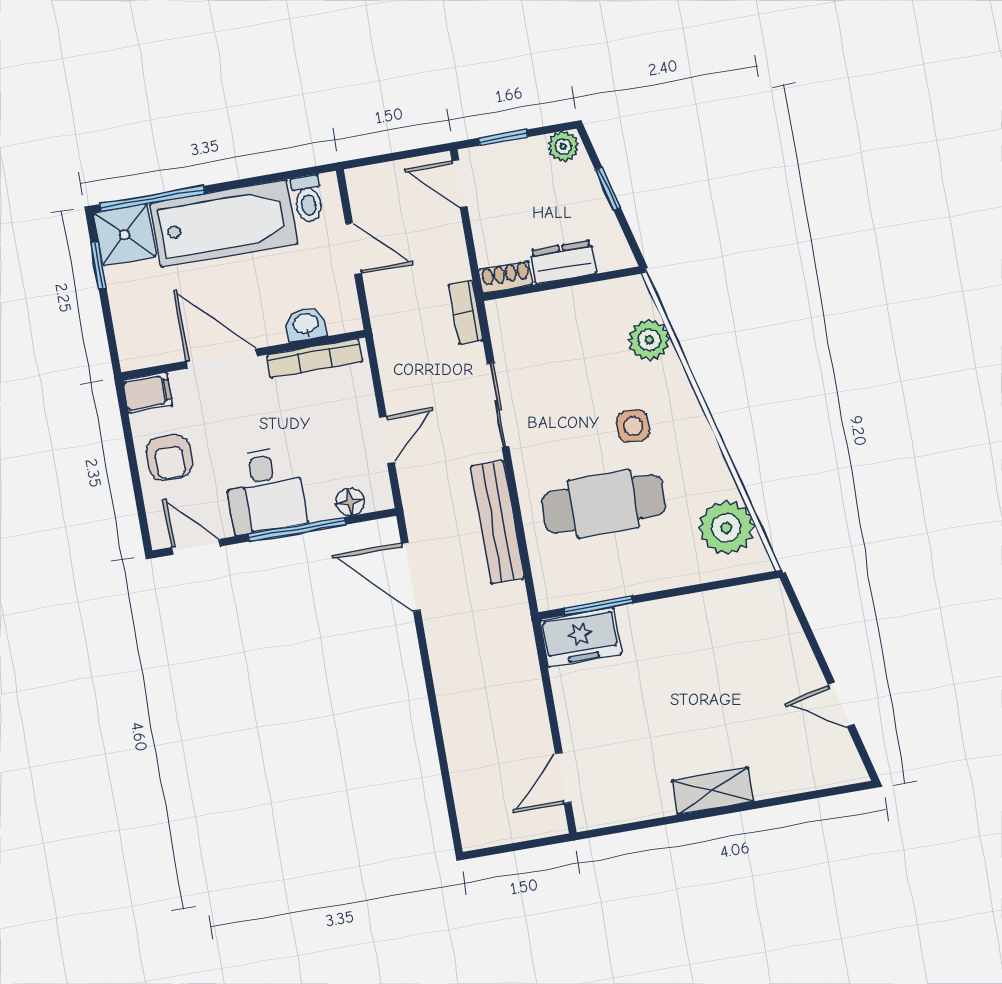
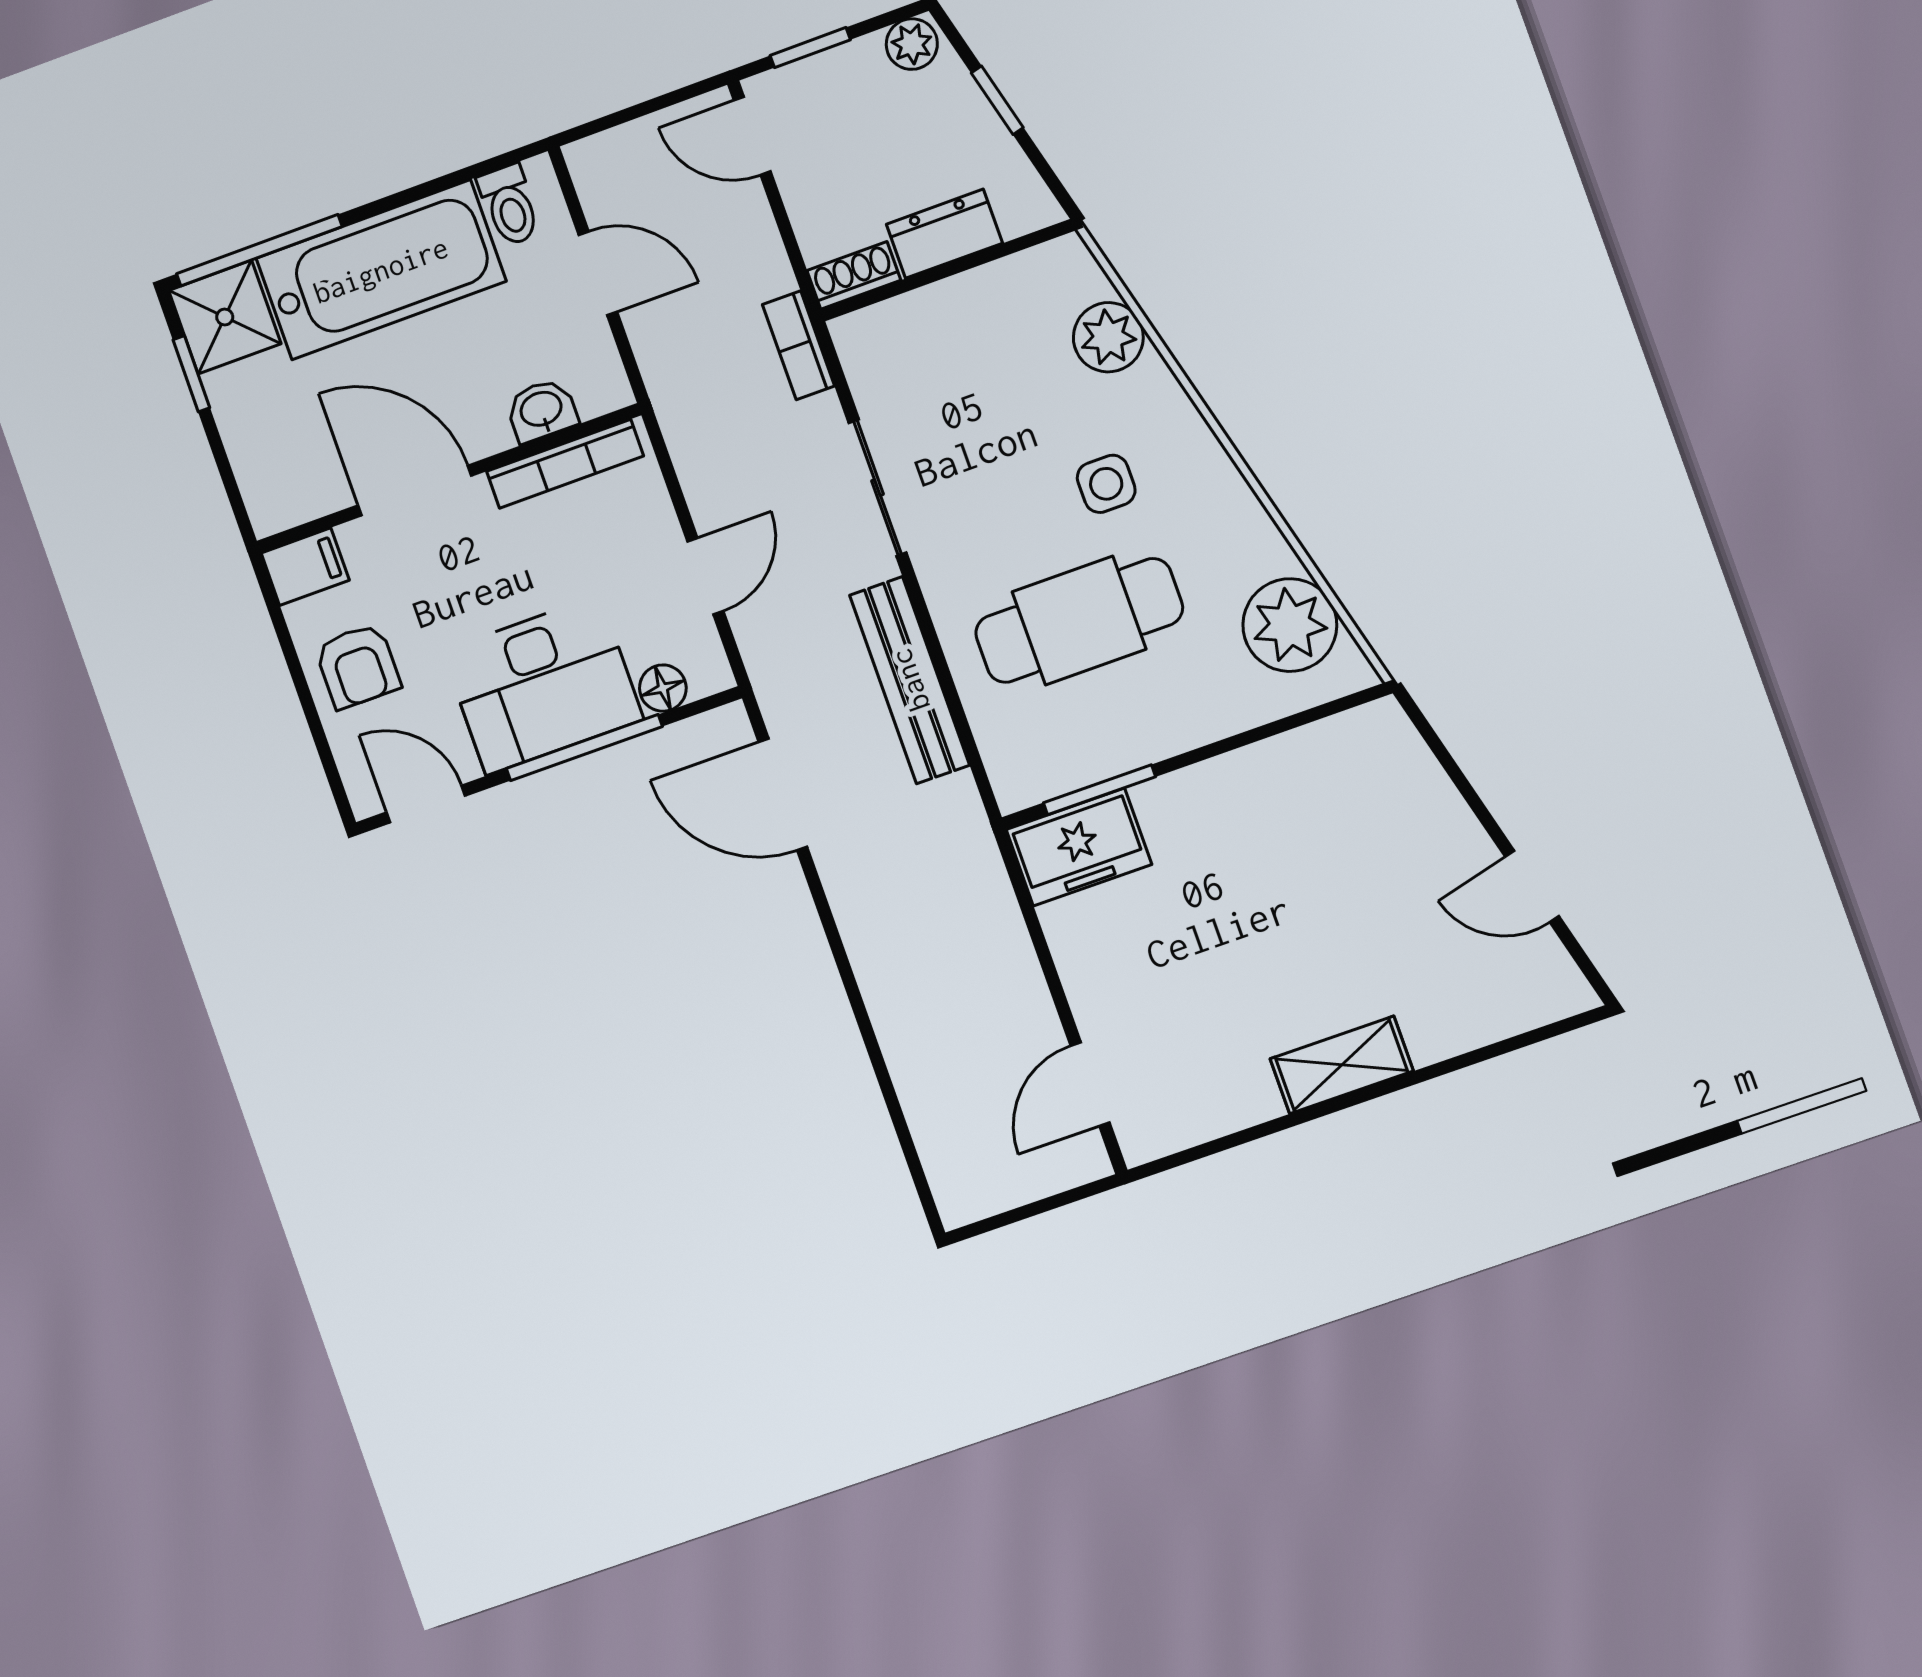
desk: (265, 490) -> (543, 685), width x1.37

